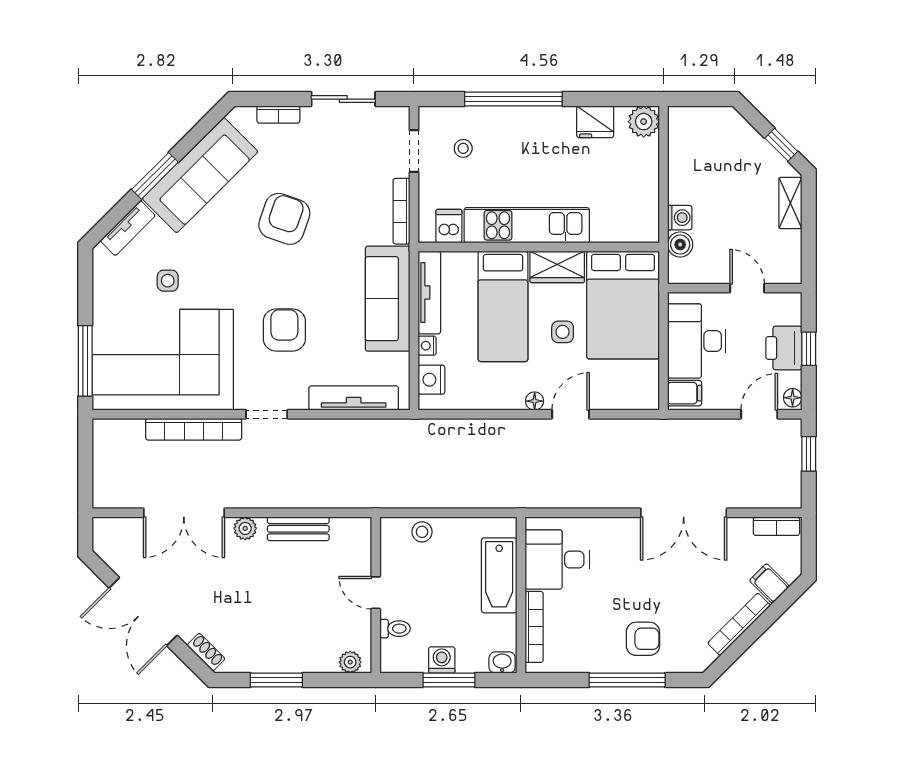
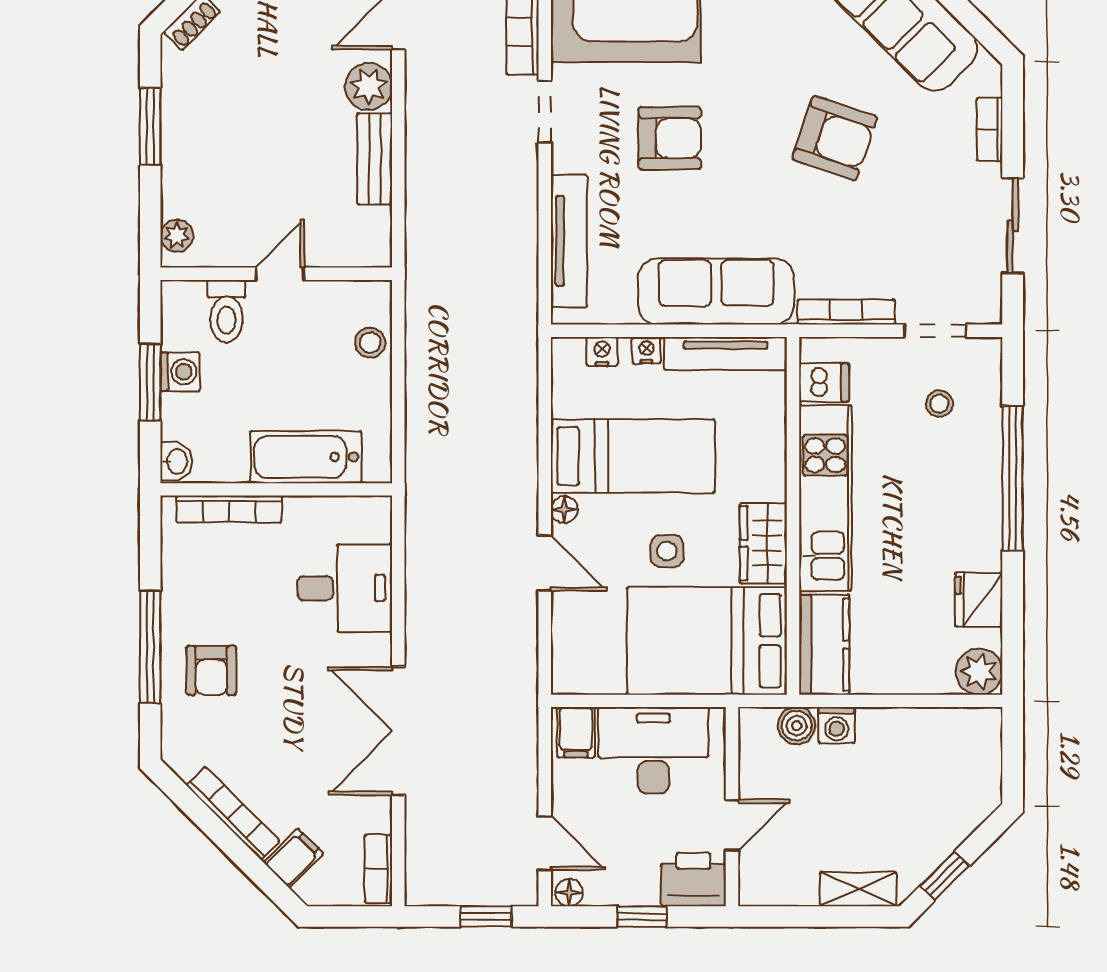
kitchen counter: (626, 226) -> (824, 645), added
bed: (503, 306) -> (633, 456), moved, turned 180
printer: (784, 348) -> (693, 880), moved
nightstand: (432, 380) -> (602, 351), width x0.72, depth x0.74
plant: (245, 528) -> (369, 86), width x1.38, depth x1.38
desk: (557, 560) -> (345, 588), moved, turned 90
toilet: (395, 629) -> (226, 311), width x1.37, depth x1.39

